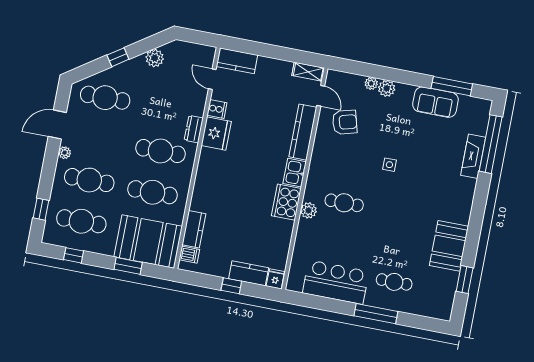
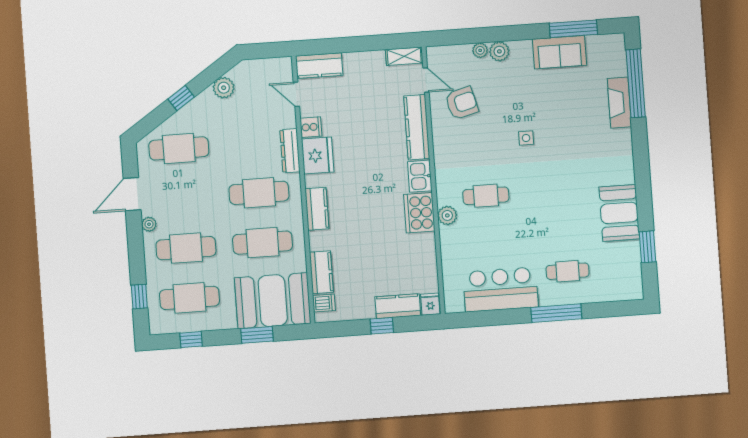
dresser: (194, 129) -> (290, 151), width x1.44
kitchen counter: (204, 177) -> (317, 209), added

